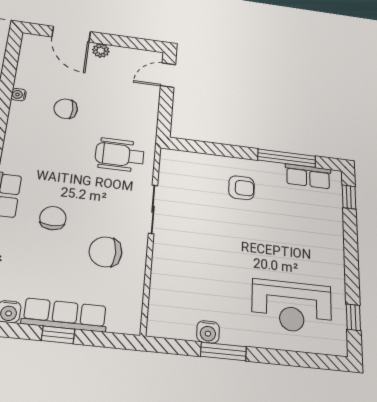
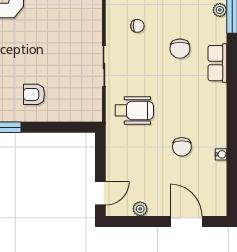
plant: (101, 51) -> (140, 209), moved
chair: (66, 109) -> (182, 147), turned 90
chair: (105, 252) -> (137, 26), width x0.54, depth x0.54

